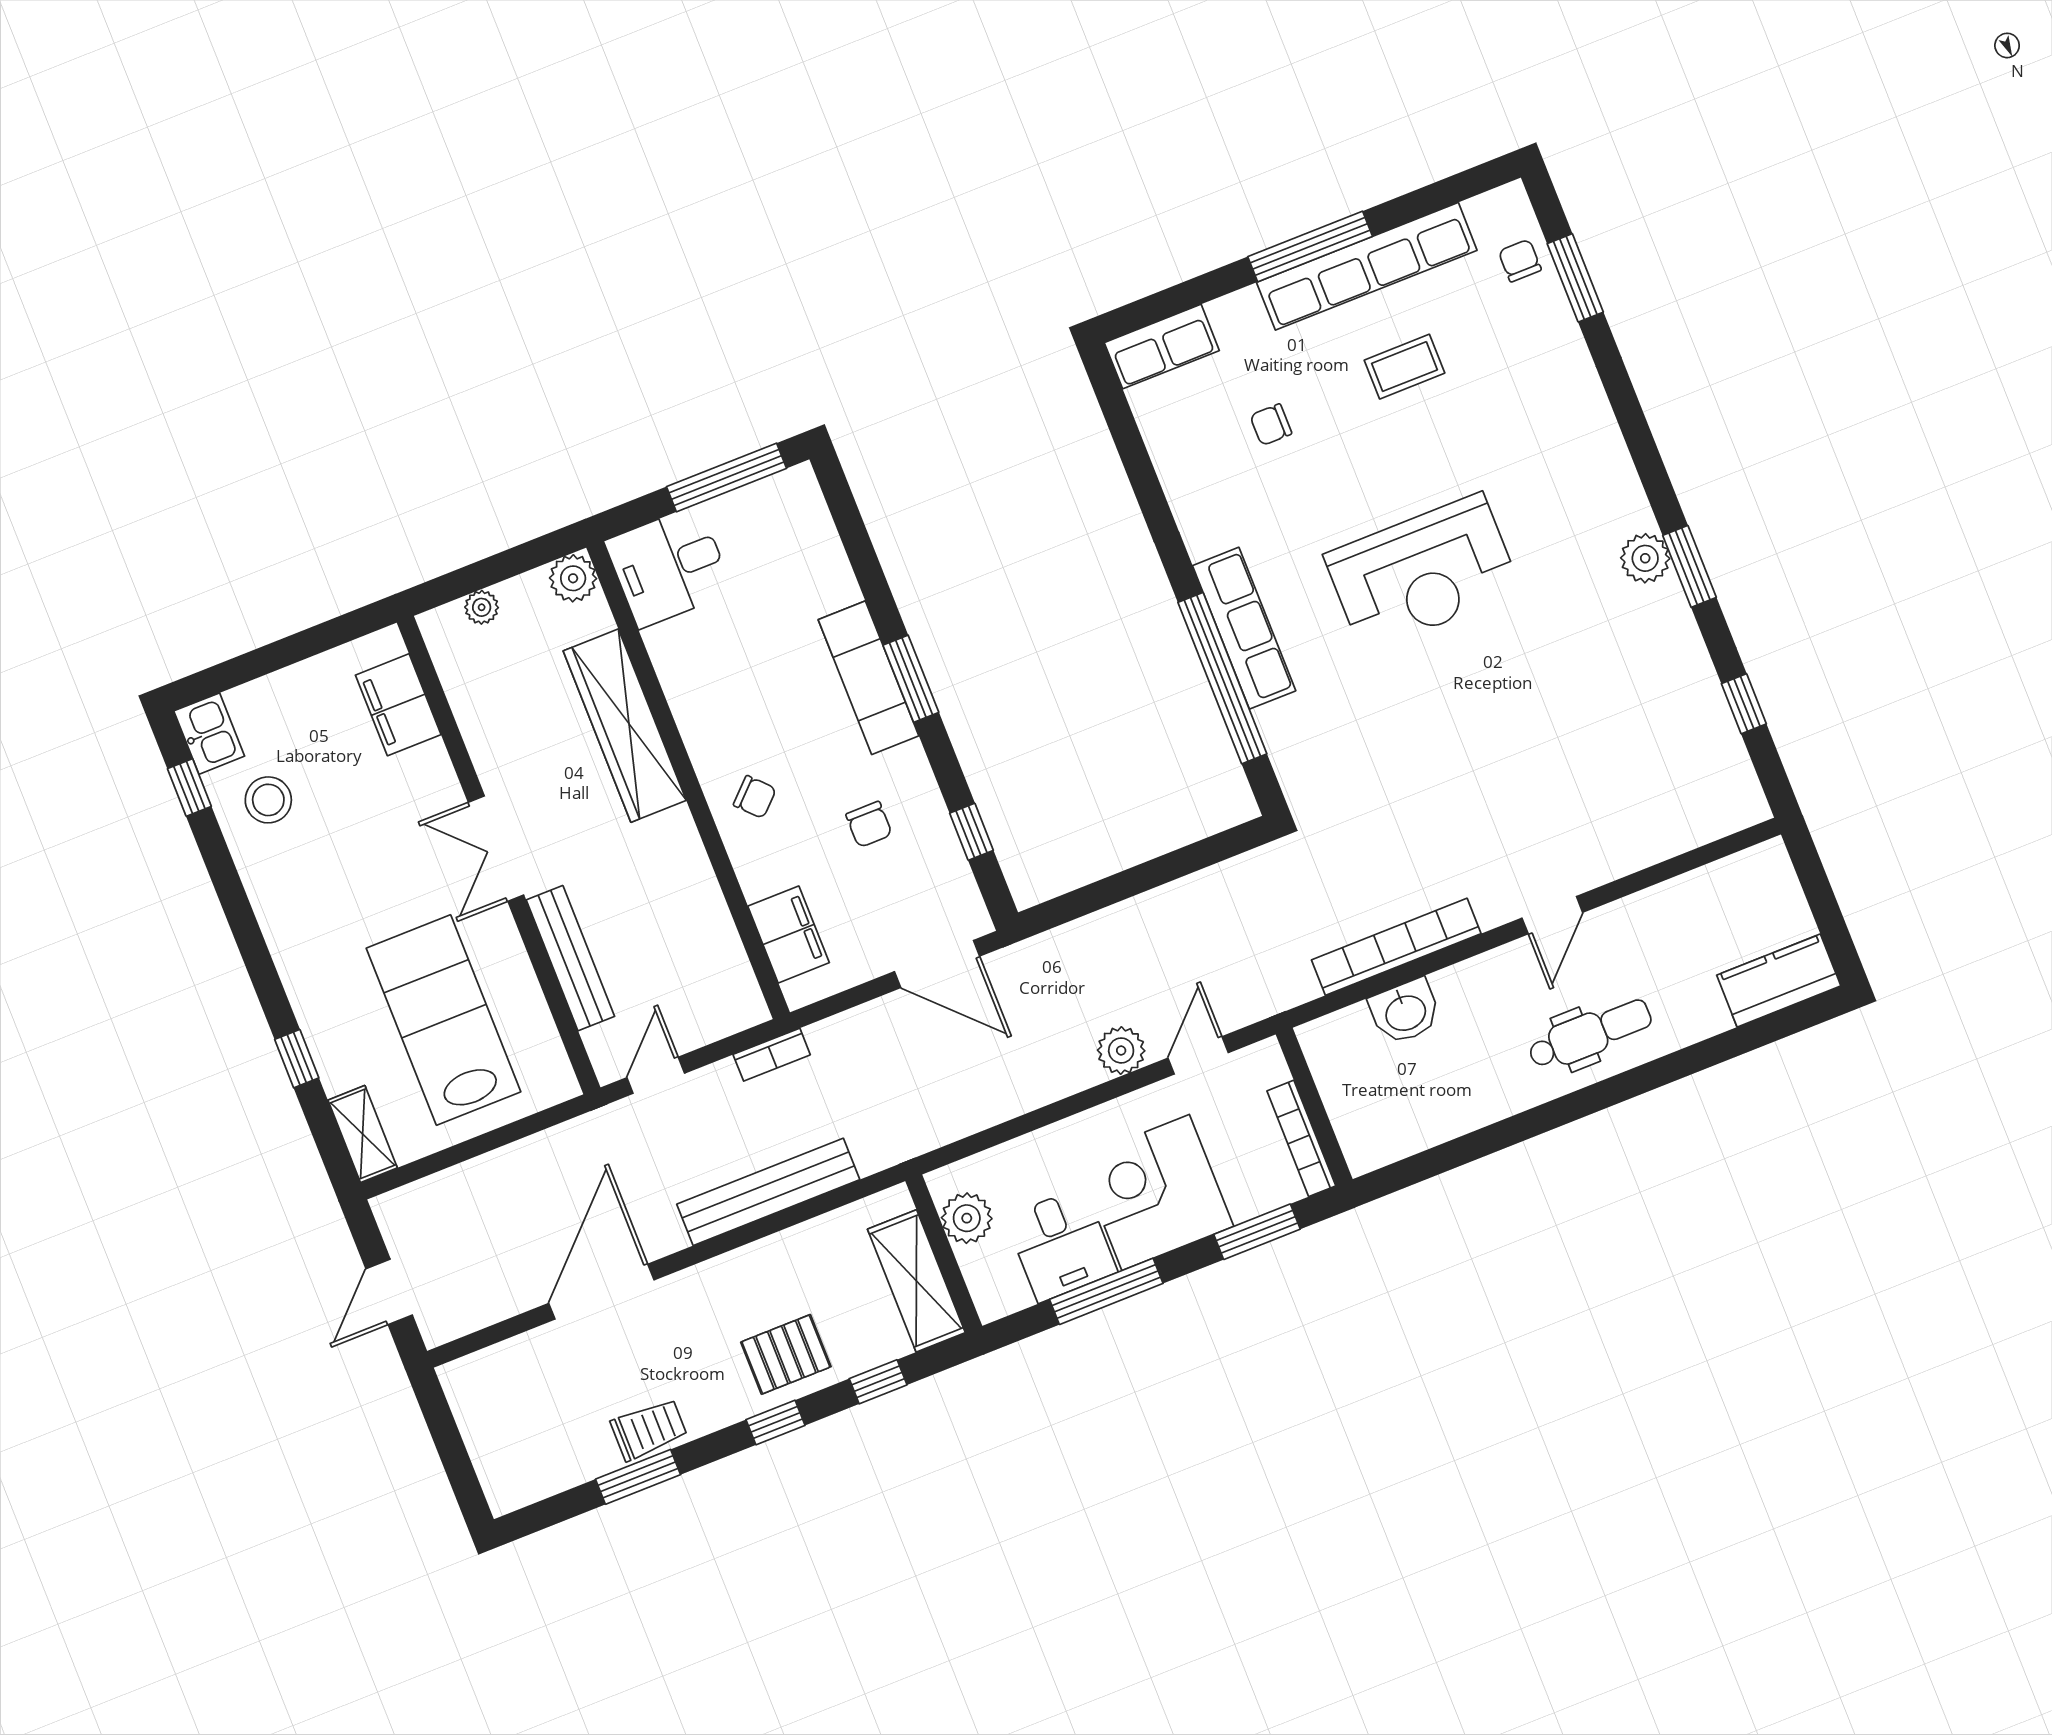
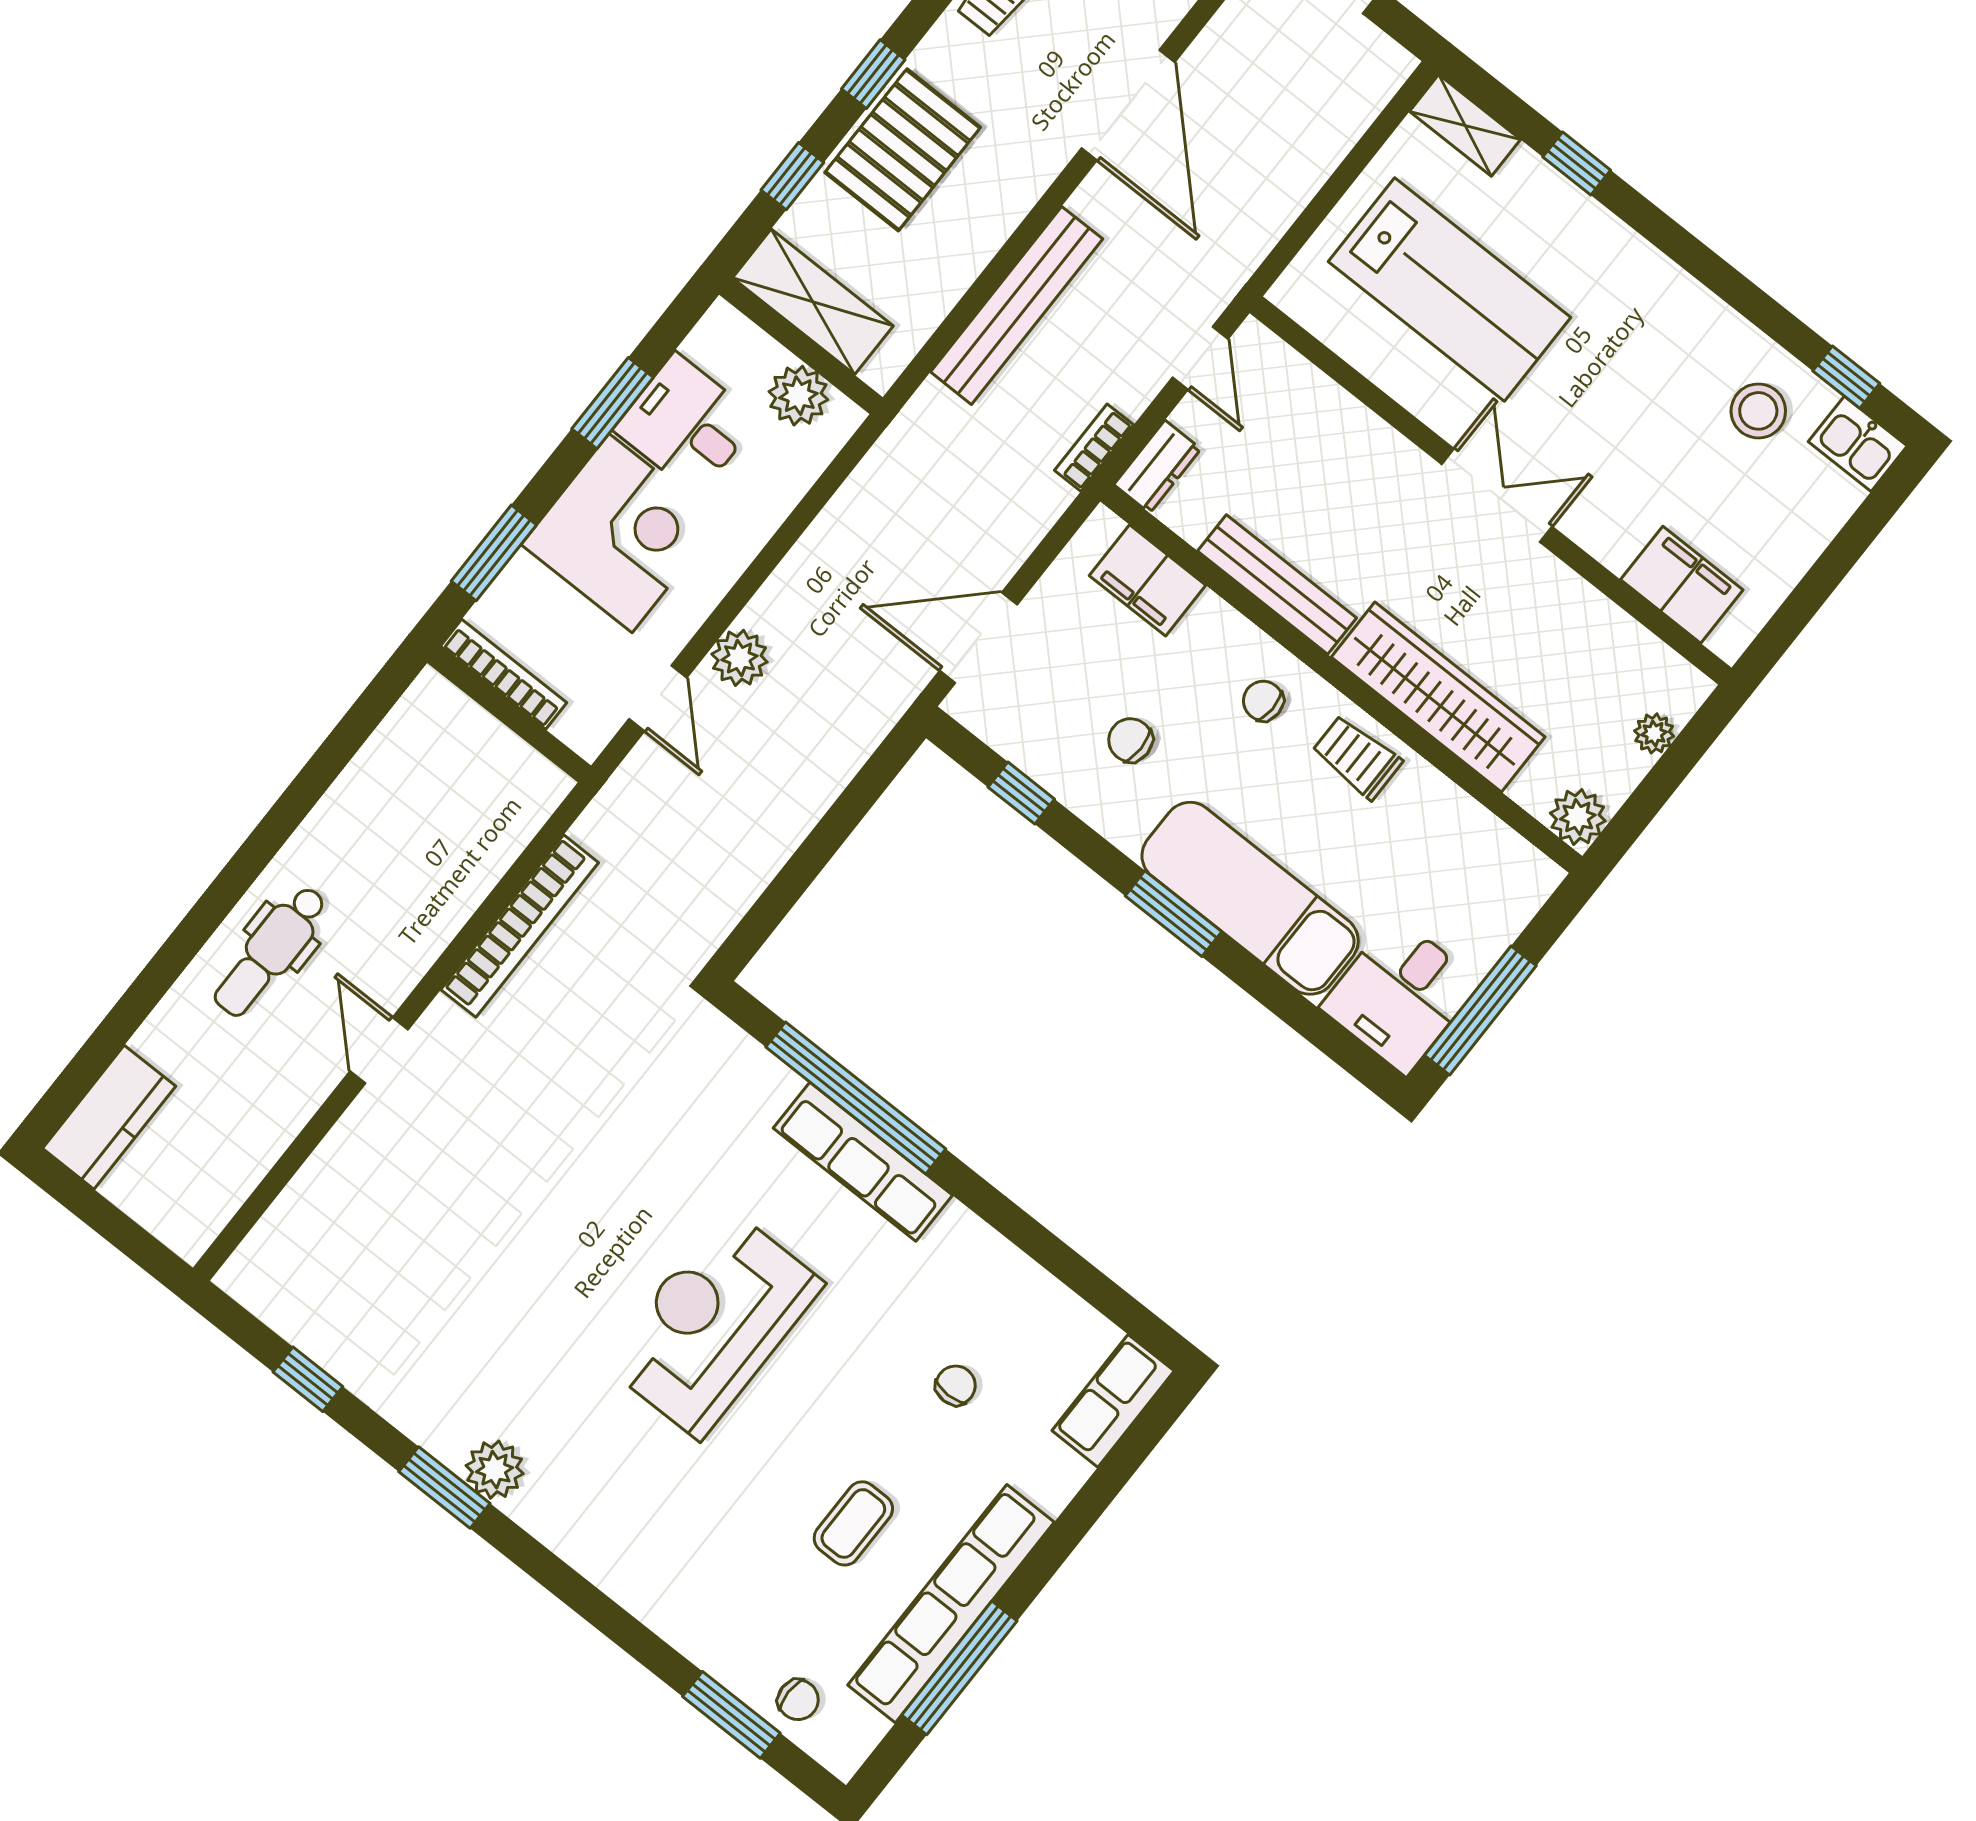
window: (1310, 246) -> (959, 1668), moved
desk: (669, 567) -> (1400, 995), moved, turned 180
exam couch: (869, 678) -> (1250, 898), width x1.36, depth x1.45
trolley: (710, 716) -> (1357, 757), added
chair: (755, 797) -> (1263, 701), turned 46
bench: (570, 958) -> (1277, 585), moved
washbasin: (1405, 1012) -> (472, 865), removed
dresser: (733, 1014) -> (1157, 467), added
window: (1106, 1291) -> (613, 403), width x0.69
pallet: (786, 1354) -> (903, 150), width x1.50, depth x1.42

